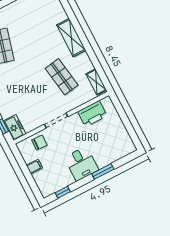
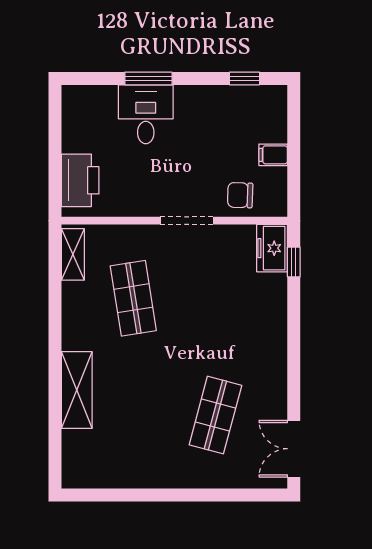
shelving: (71, 38) -> (77, 390), moved
printer: (92, 114) -> (80, 180), moved, turned 90
desk: (81, 164) -> (146, 114), moved

